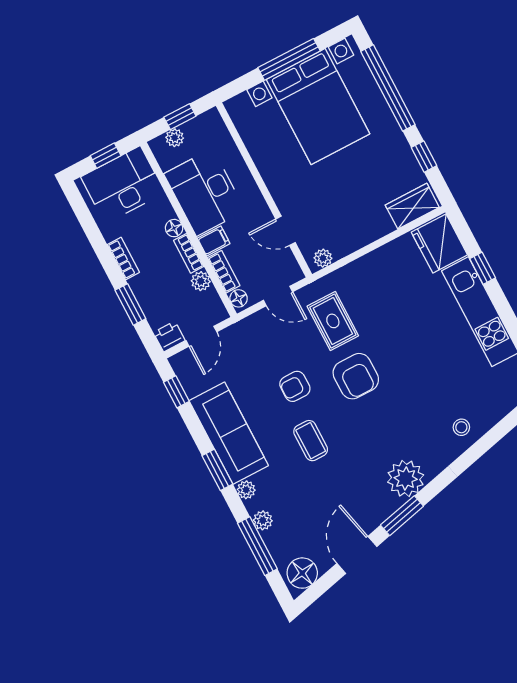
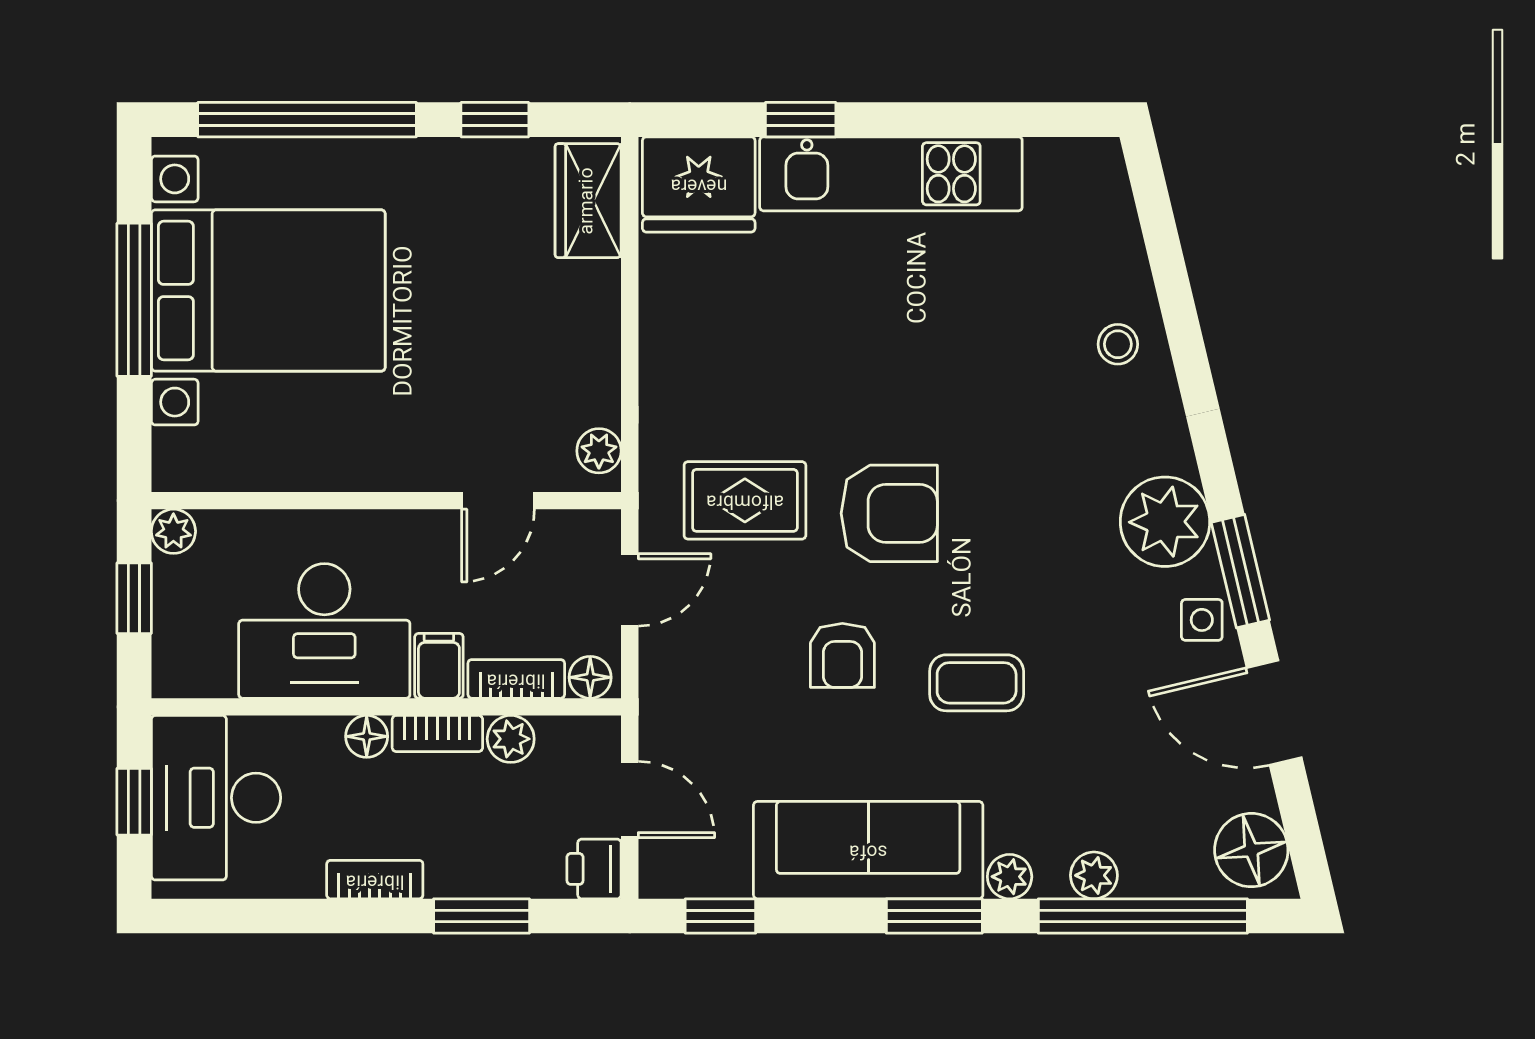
plant: (175, 138) -> (173, 531), moved
side table: (377, 511) -> (1202, 620), added
window: (257, 546) -> (1143, 916), width x1.46

